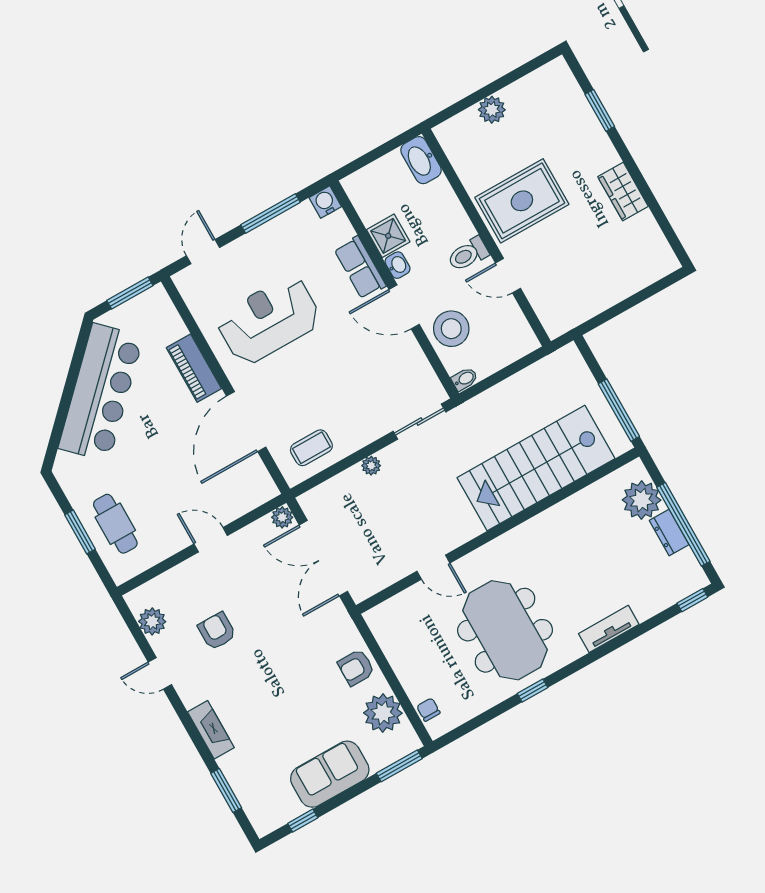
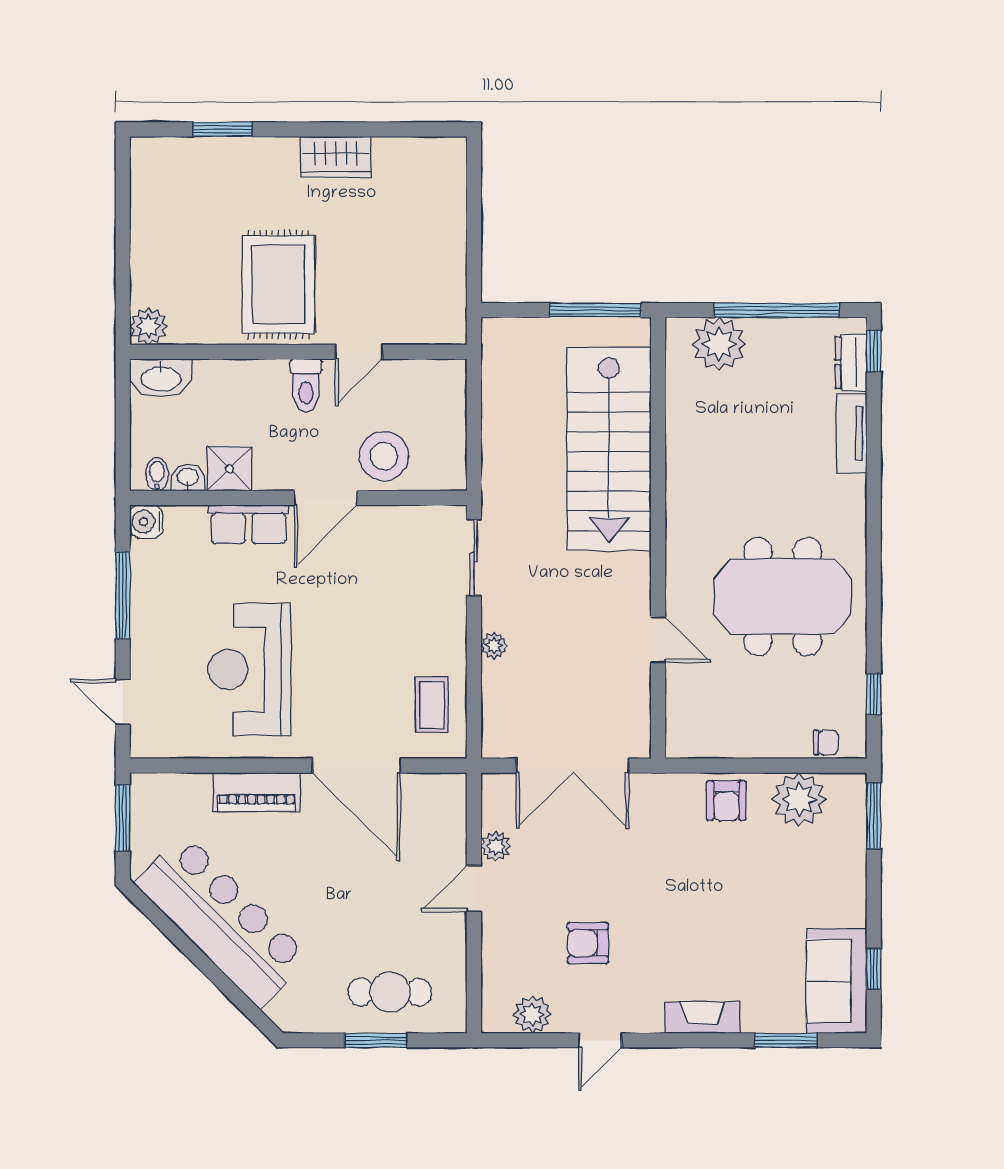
plant: (492, 110) -> (149, 326), moved
washbasin: (398, 265) -> (188, 477), moved
bidet: (465, 379) -> (157, 474), moved
plant: (282, 517) -> (496, 846), moved
dresser: (669, 533) -> (851, 363), moved, turned 90
door: (433, 567) -> (658, 640), hinge flipped
tv unit: (609, 629) -> (852, 433), moved
window: (532, 691) -> (874, 694), moved
chair: (428, 710) -> (826, 743), turned 180
sofa: (330, 774) -> (836, 981), moved

